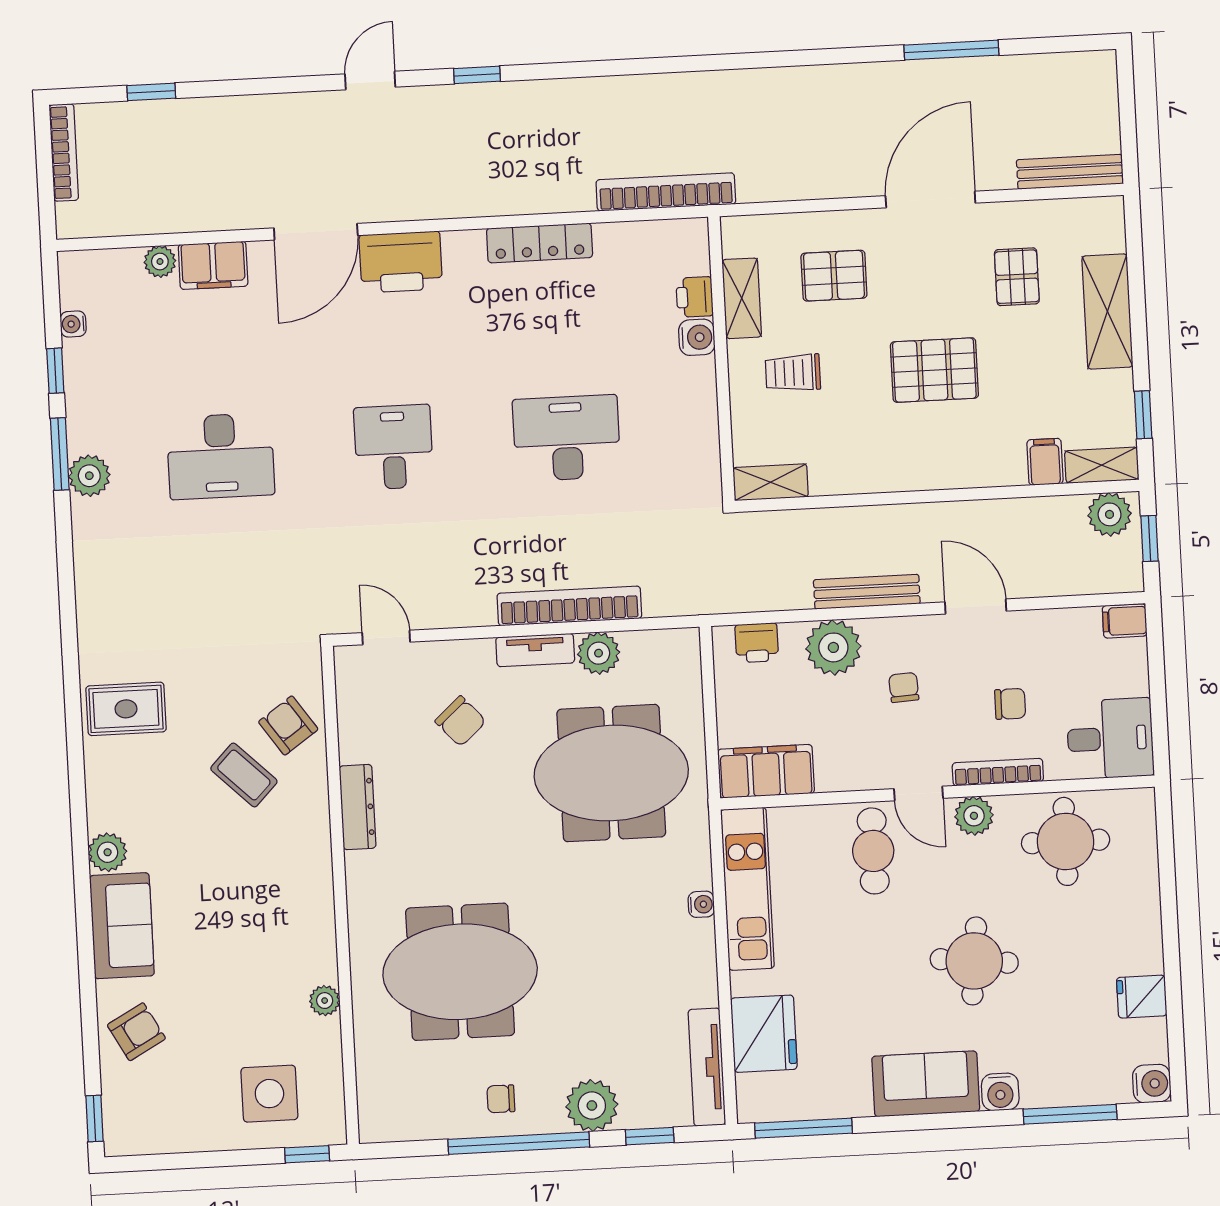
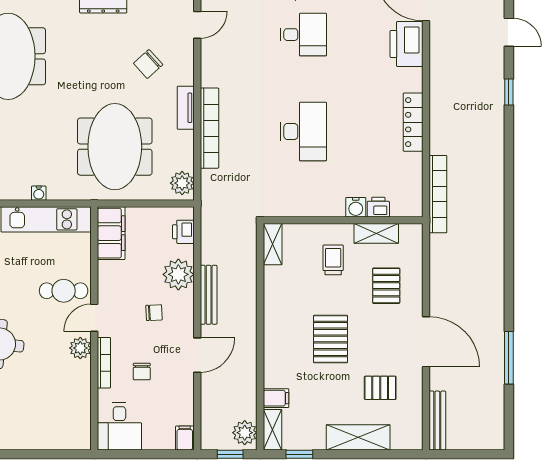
plant: (599, 653) -> (182, 183), moved
round table: (1066, 841) -> (63, 398), removed

